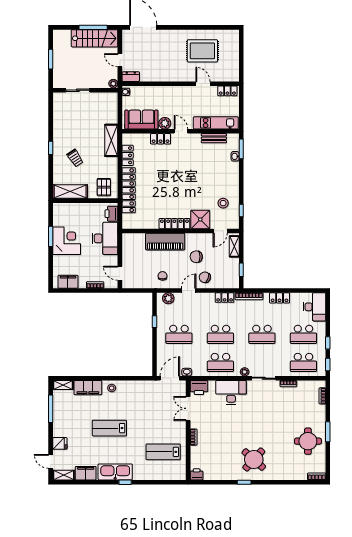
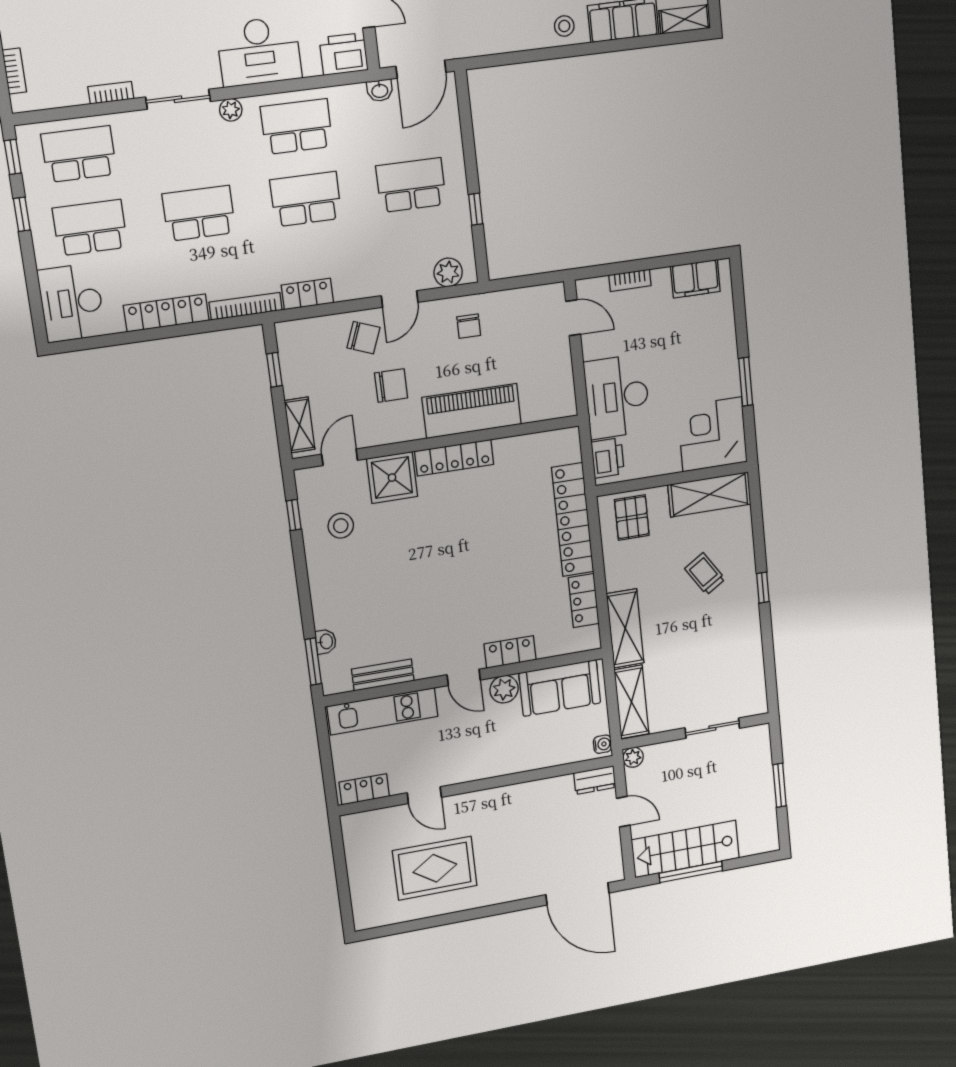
shelving: (112, 108) -> (632, 702), added
corner desk: (67, 241) -> (712, 434), moved, turned 90
locker: (280, 298) -> (166, 313), width x1.53

